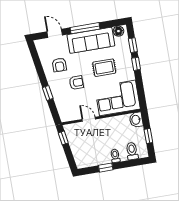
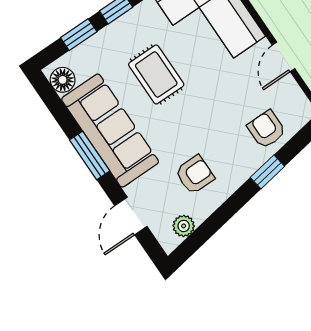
window: (85, 28) -> (90, 155), width x0.69
plant: (42, 52) -> (184, 226), added
armchair: (76, 83) -> (266, 129), moved

